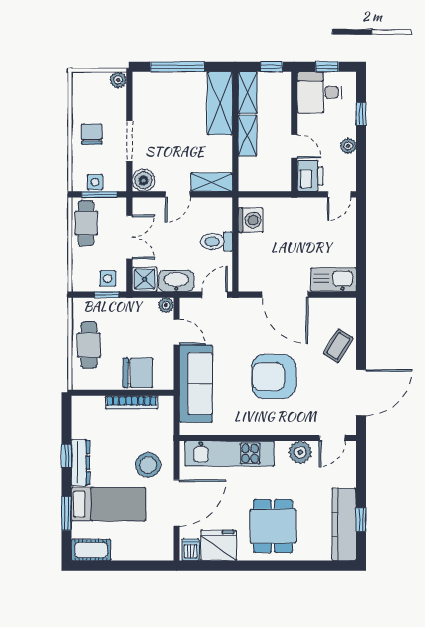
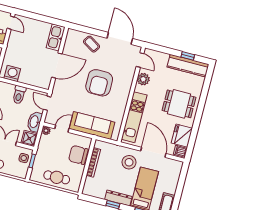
chair: (138, 373) -> (78, 155), turned -90

